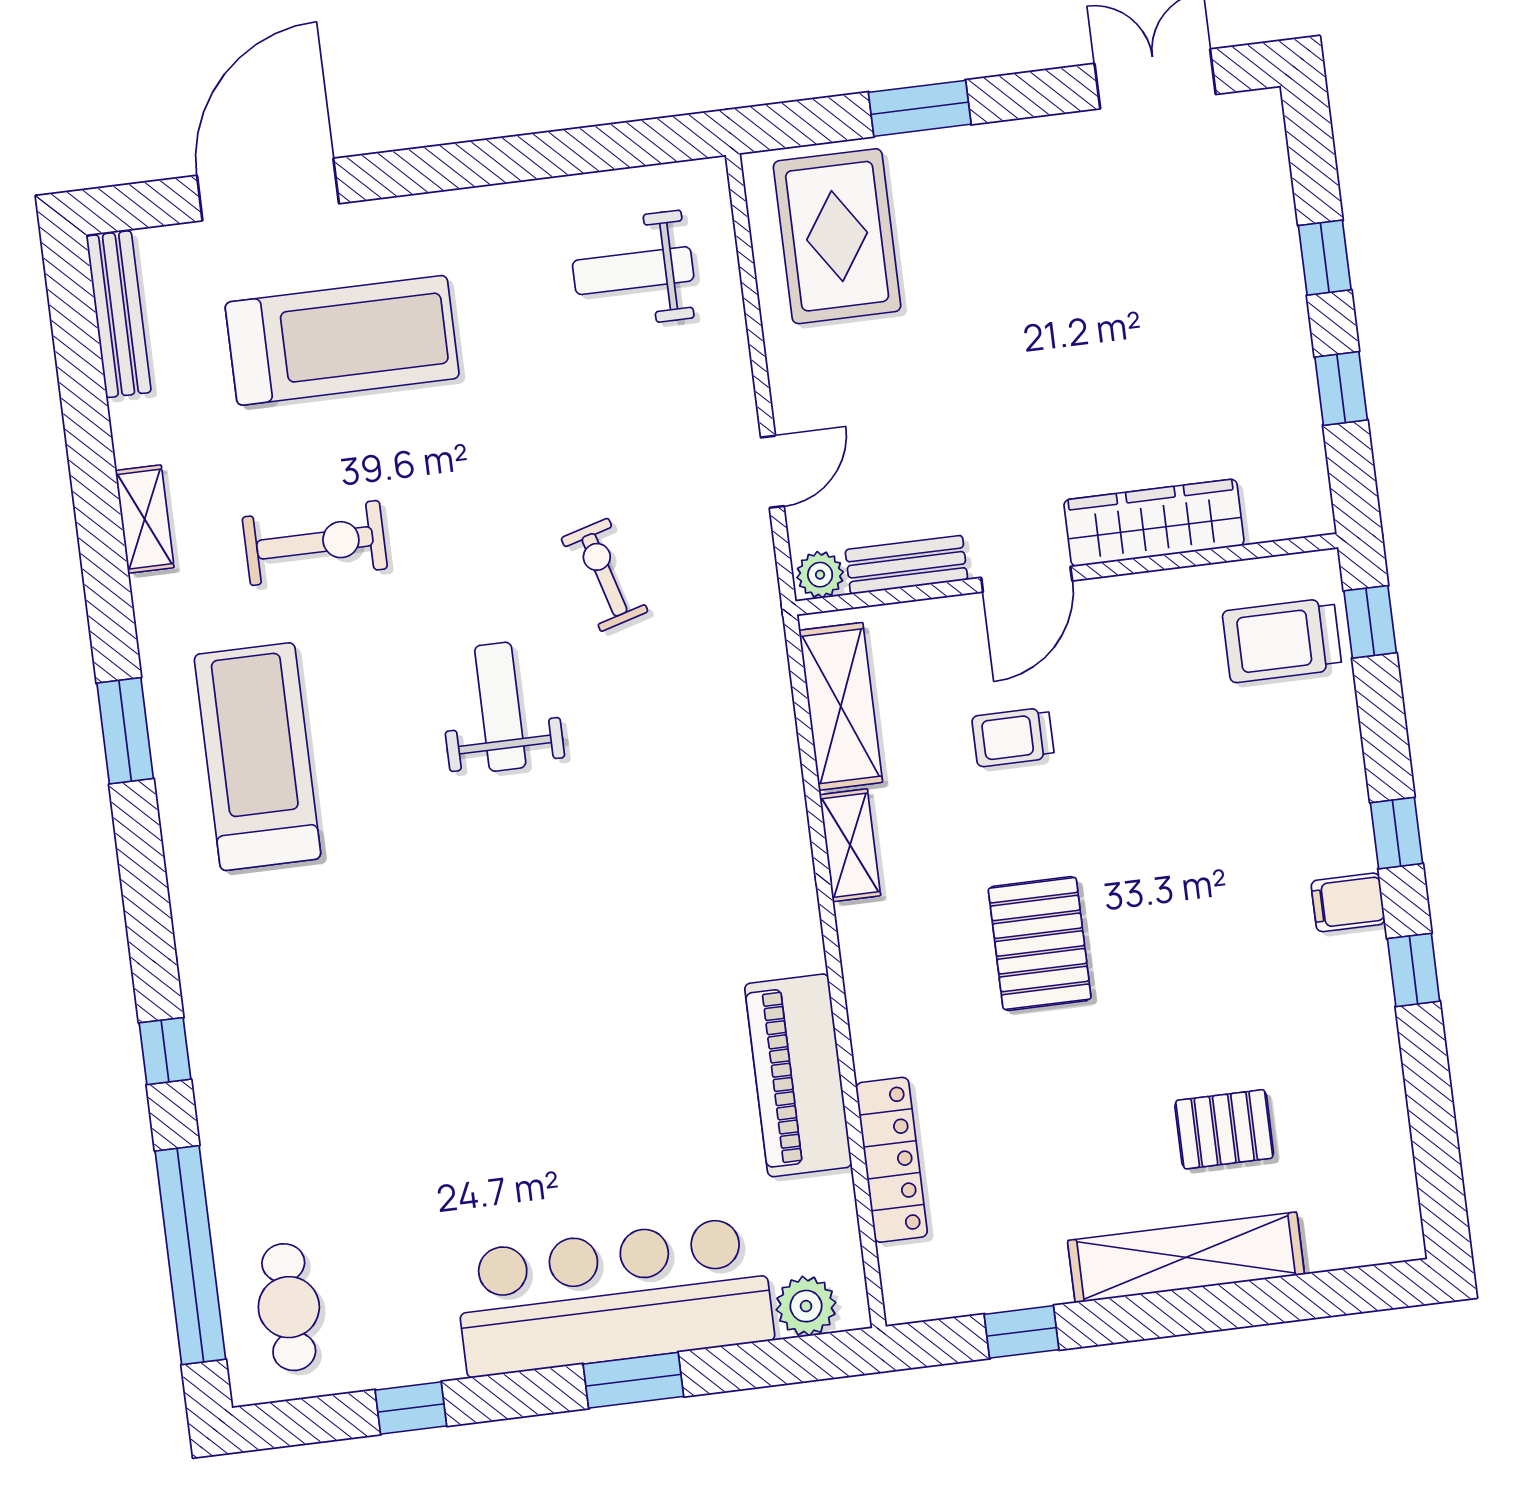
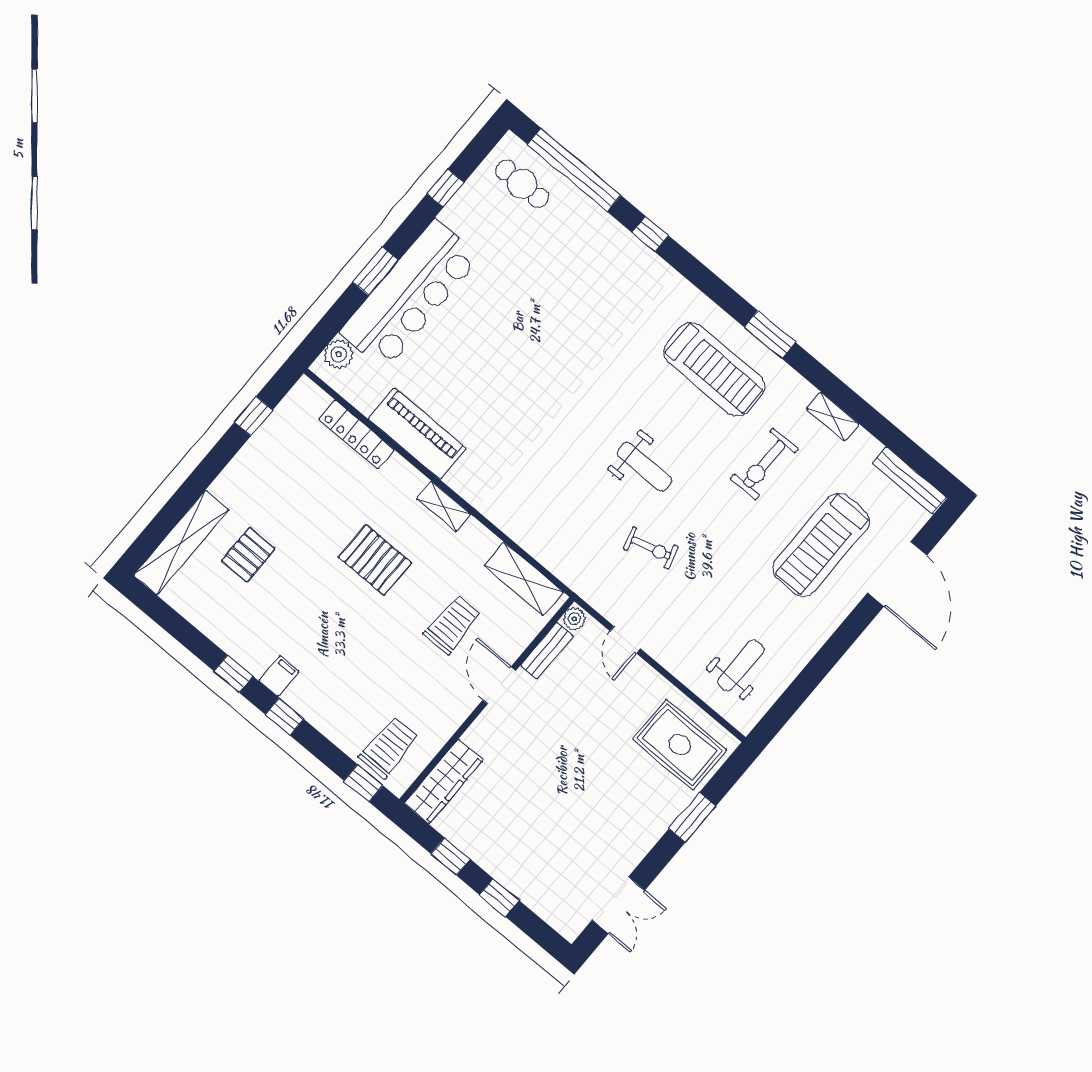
wardrobe: (1154, 523) -> (444, 782), moved
trolley: (1013, 737) -> (452, 625), width x1.36, depth x1.39
shelving: (850, 845) -> (444, 506), moved
shelving: (1186, 1257) -> (181, 542), moved

